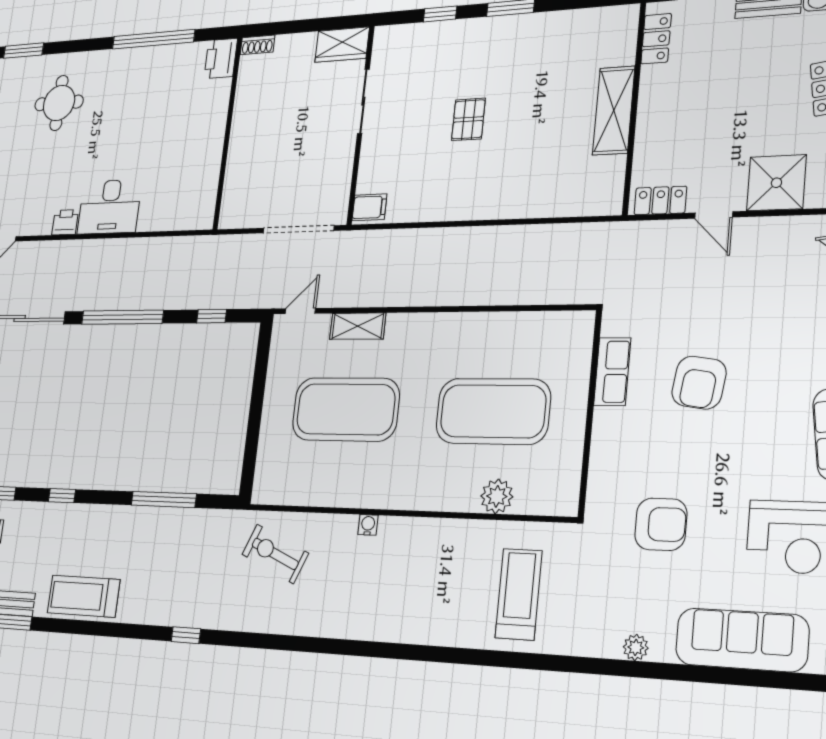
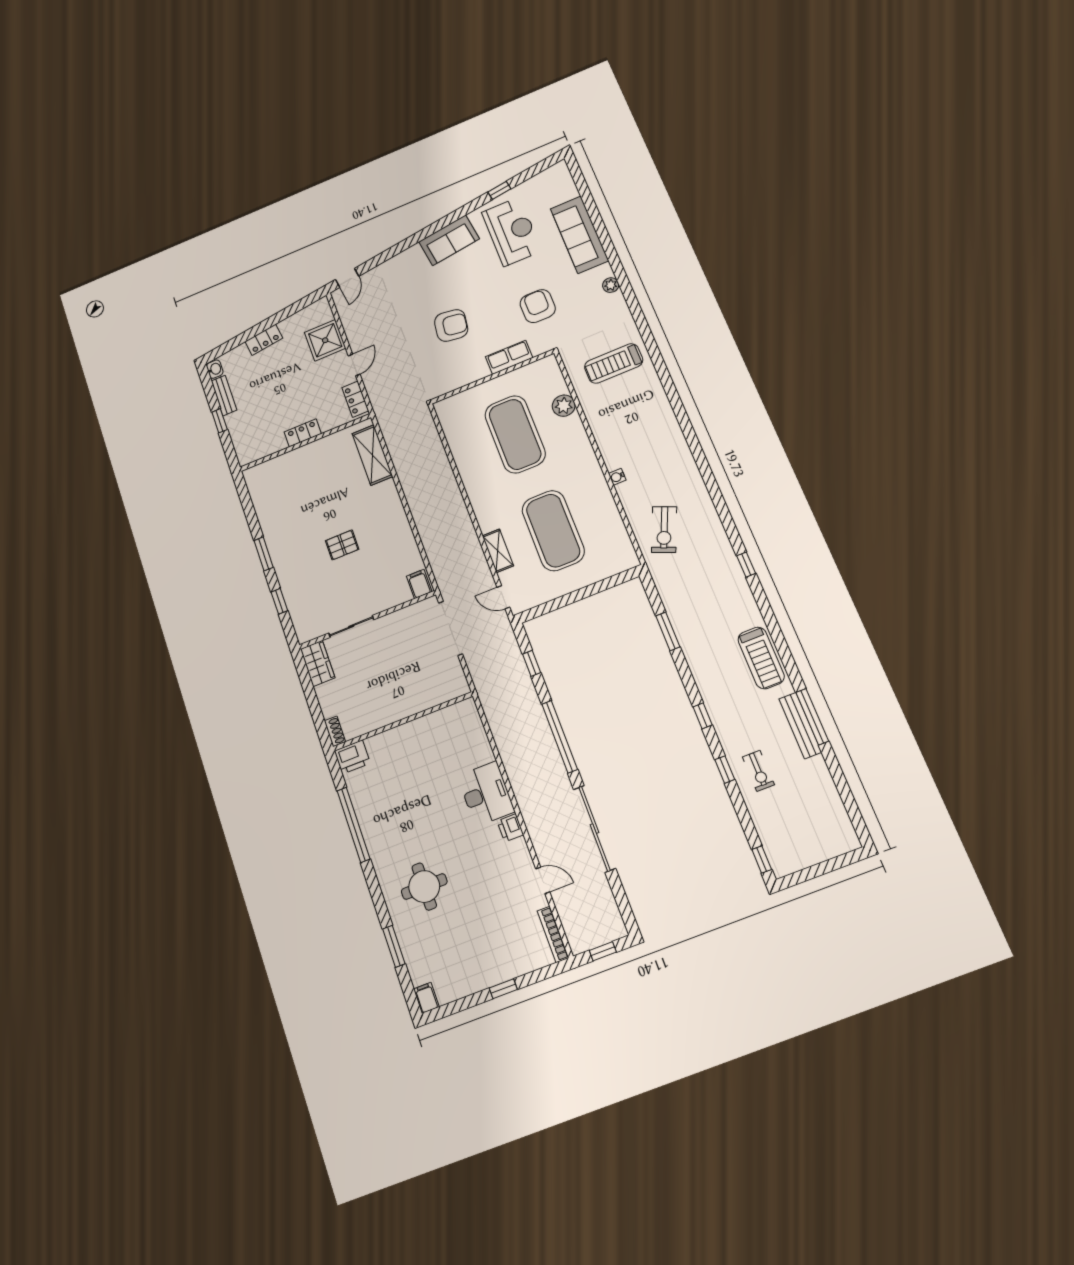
locker: (656, 39) -> (303, 433), moved
shelving: (614, 111) -> (372, 455), moved, turned 90
row of seats: (612, 372) -> (509, 357), moved
window: (164, 499) -> (668, 631), width x0.69

